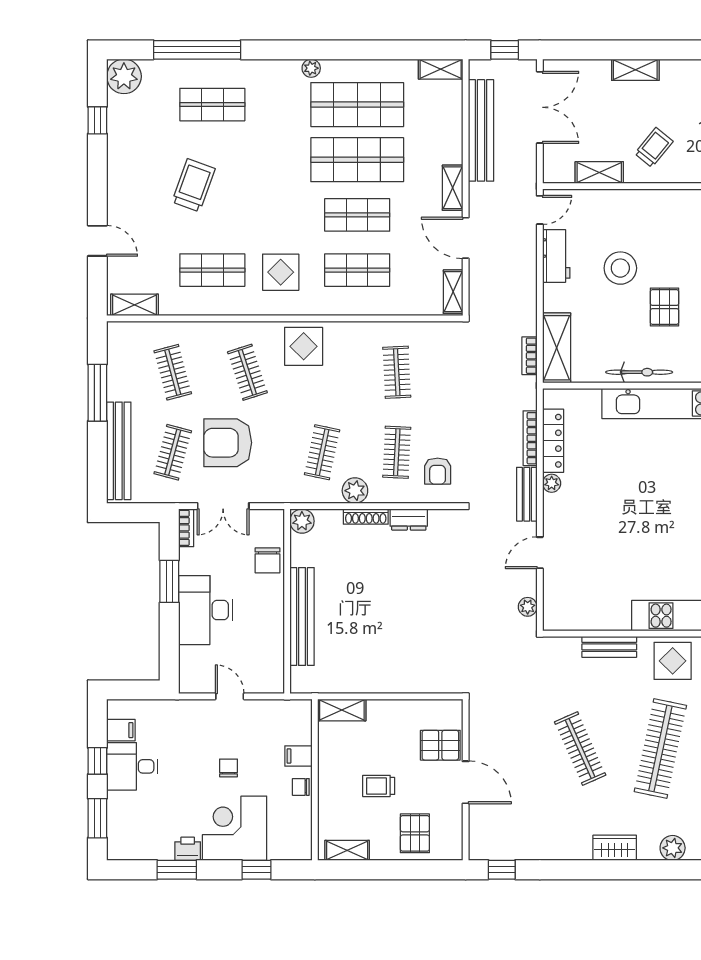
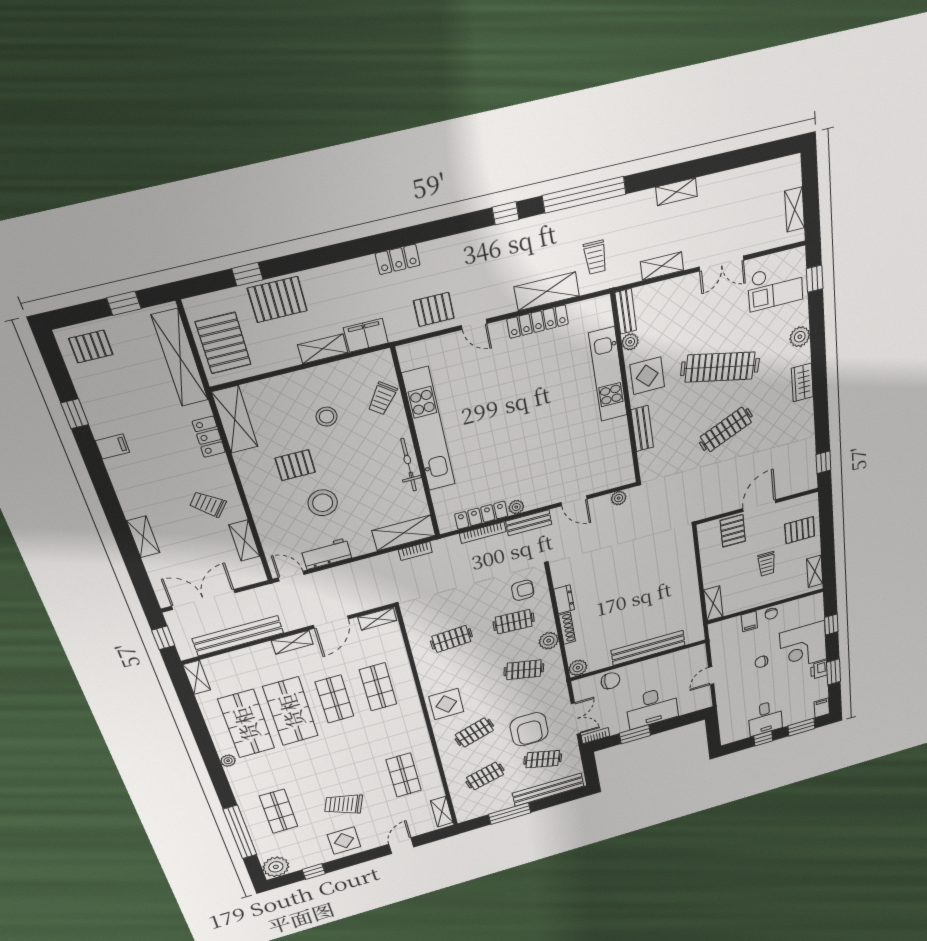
display table: (281, 272) -> (344, 841), moved
pallet: (665, 307) -> (295, 465), moved
filing cabinet: (121, 730) -> (822, 708), moved

